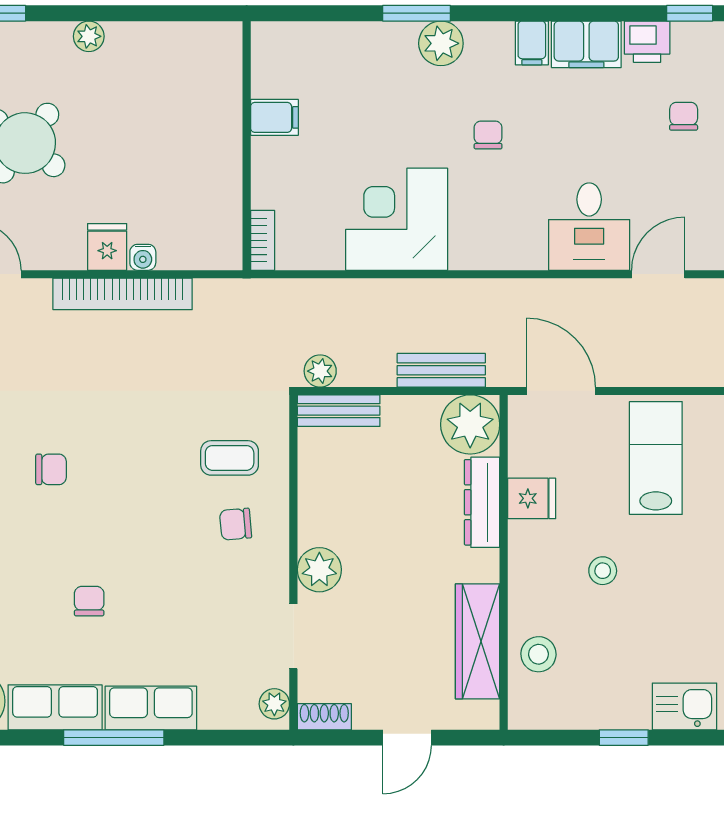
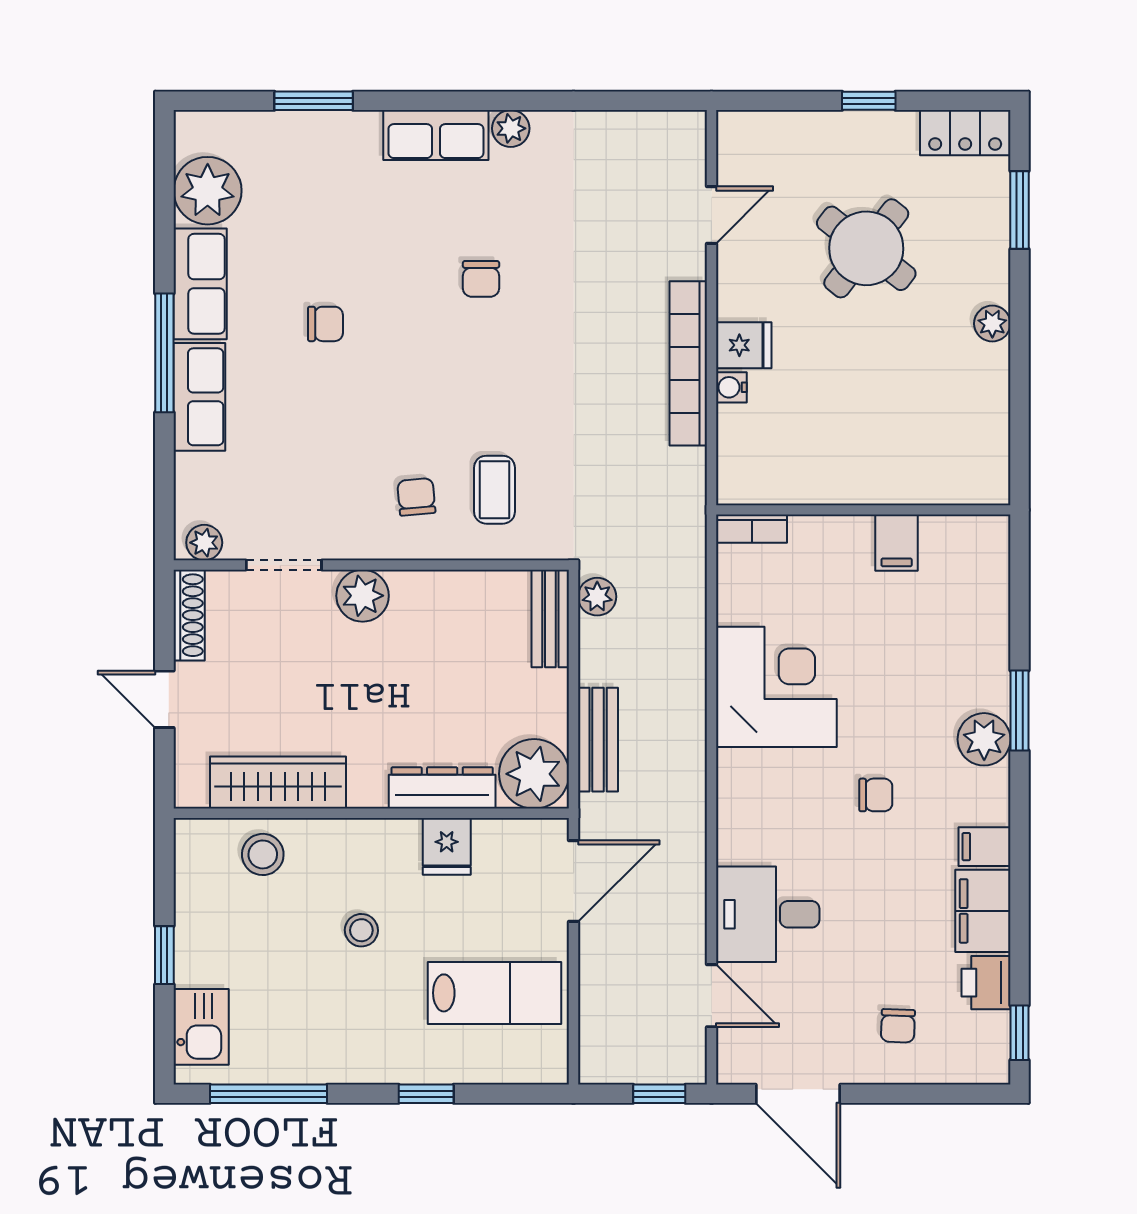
chair: (684, 116) -> (898, 1026), turned 92
shoe rack: (324, 717) -> (189, 615), width x1.43

